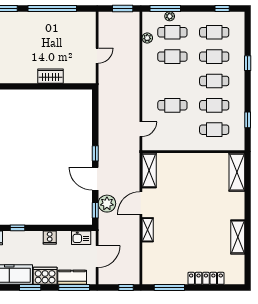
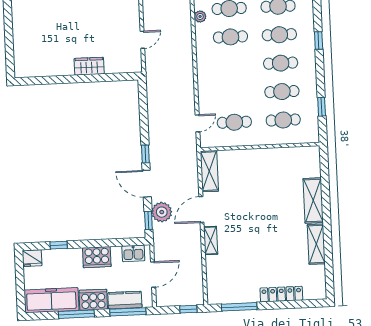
cafe table: (172, 105) -> (234, 122), moved
shelving: (237, 172) -> (313, 200), moved
cooker: (50, 237) -> (97, 257), width x1.87, depth x1.31
window: (30, 288) -> (76, 314), width x1.44

